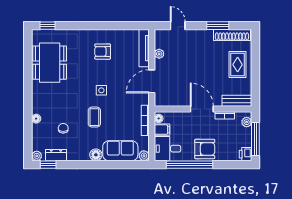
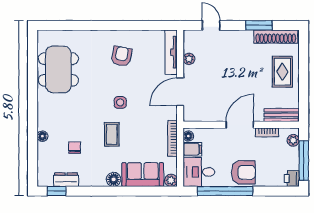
window: (48, 26) -> (56, 25), removed
armchair: (103, 52) -> (122, 56), turned 100
door: (202, 109) -> (240, 125), hinge flipped
plant: (37, 156) -> (43, 181), removed

